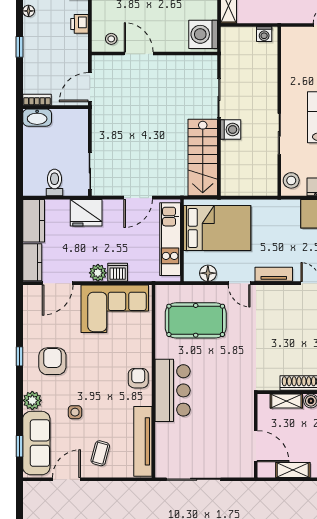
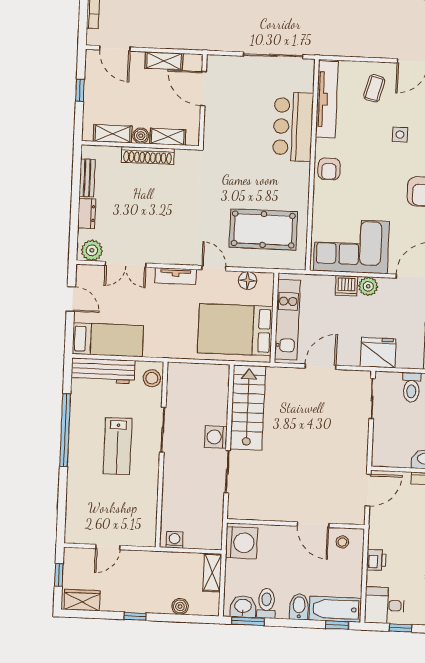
bar counter: (173, 390) -> (293, 127), moved

